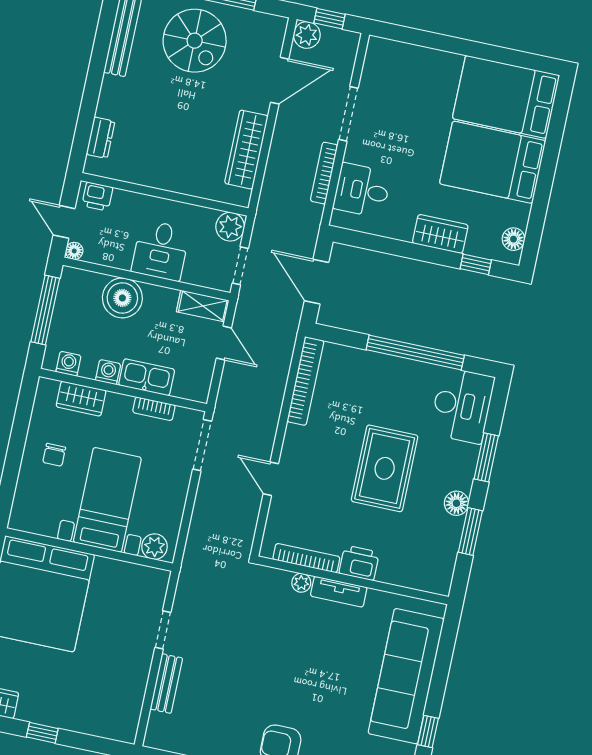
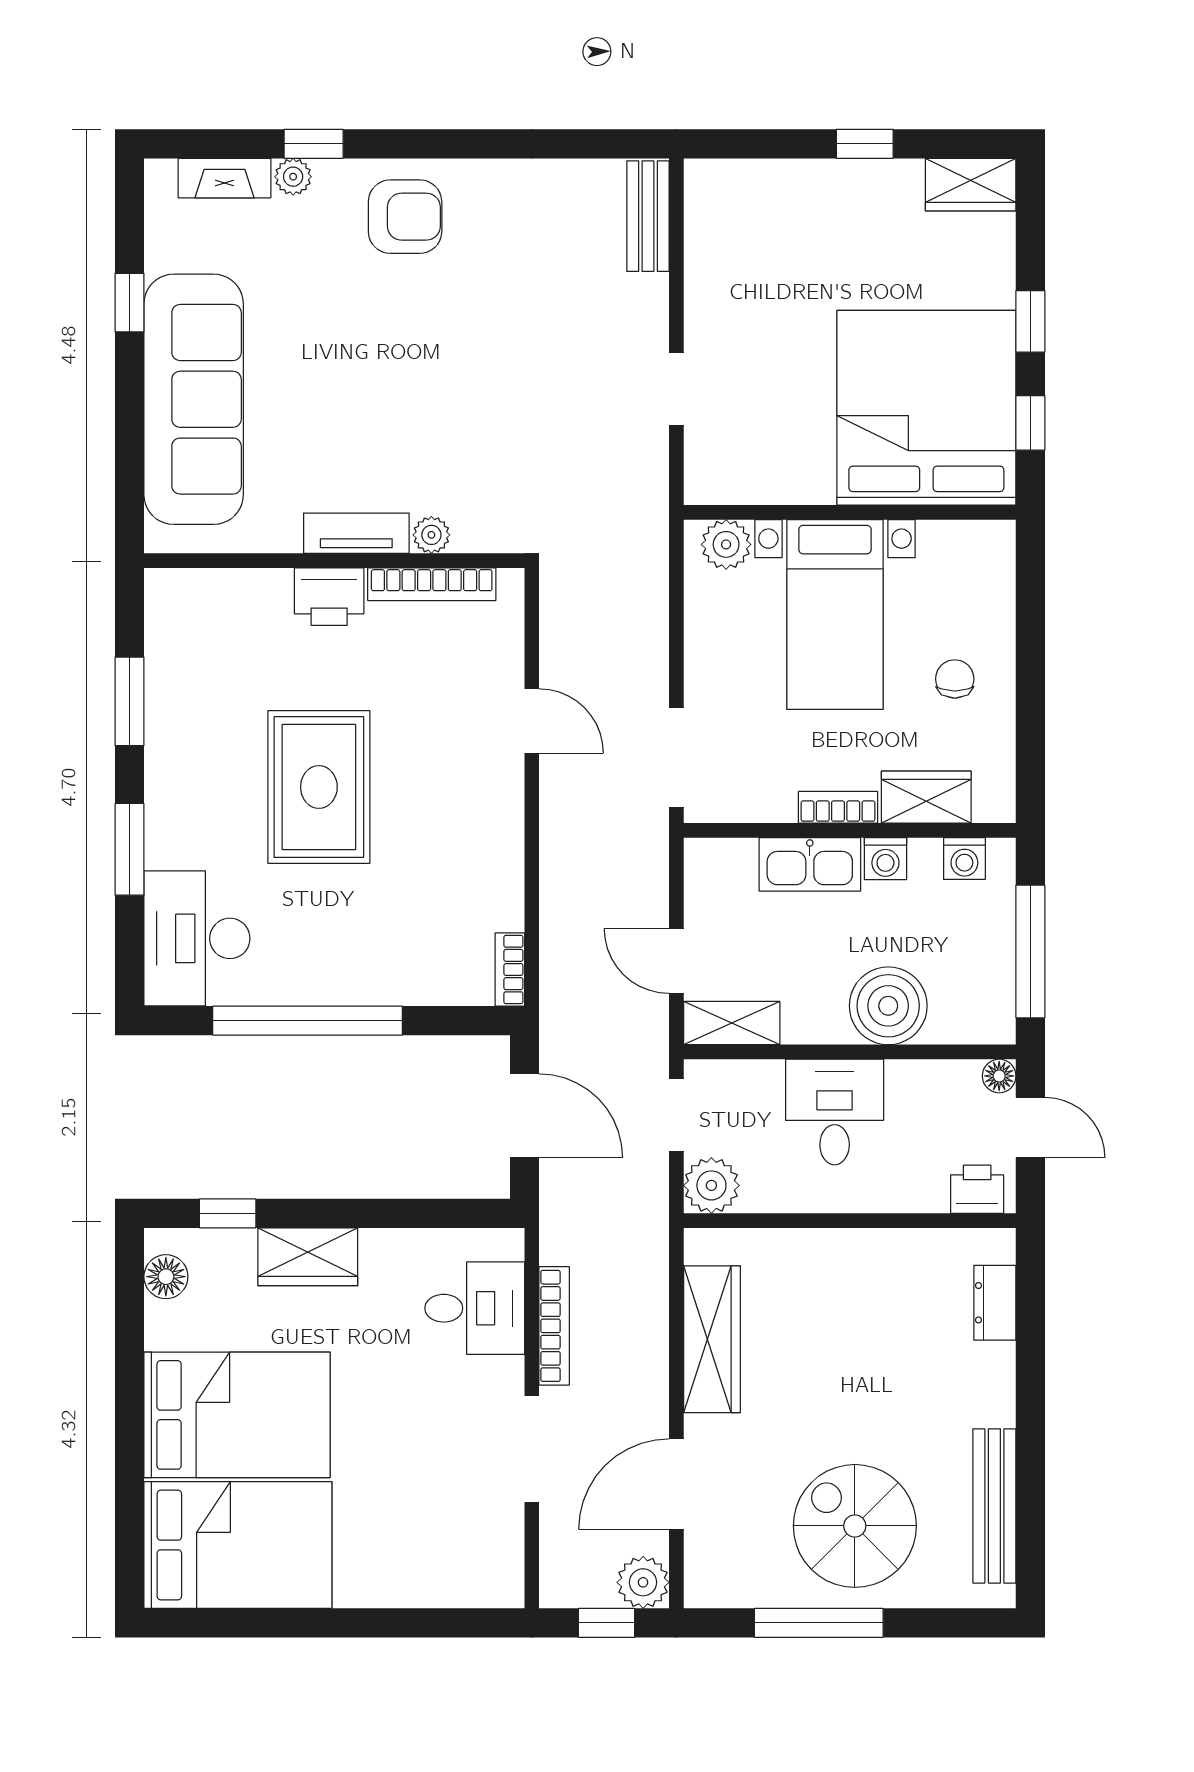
bookcase: (305, 381) -> (510, 970), width x0.43, depth x0.76
bookcase: (154, 409) -> (838, 807), moved
floor lamp: (456, 503) -> (168, 750), removed
bench: (166, 684) -> (648, 216), moved

